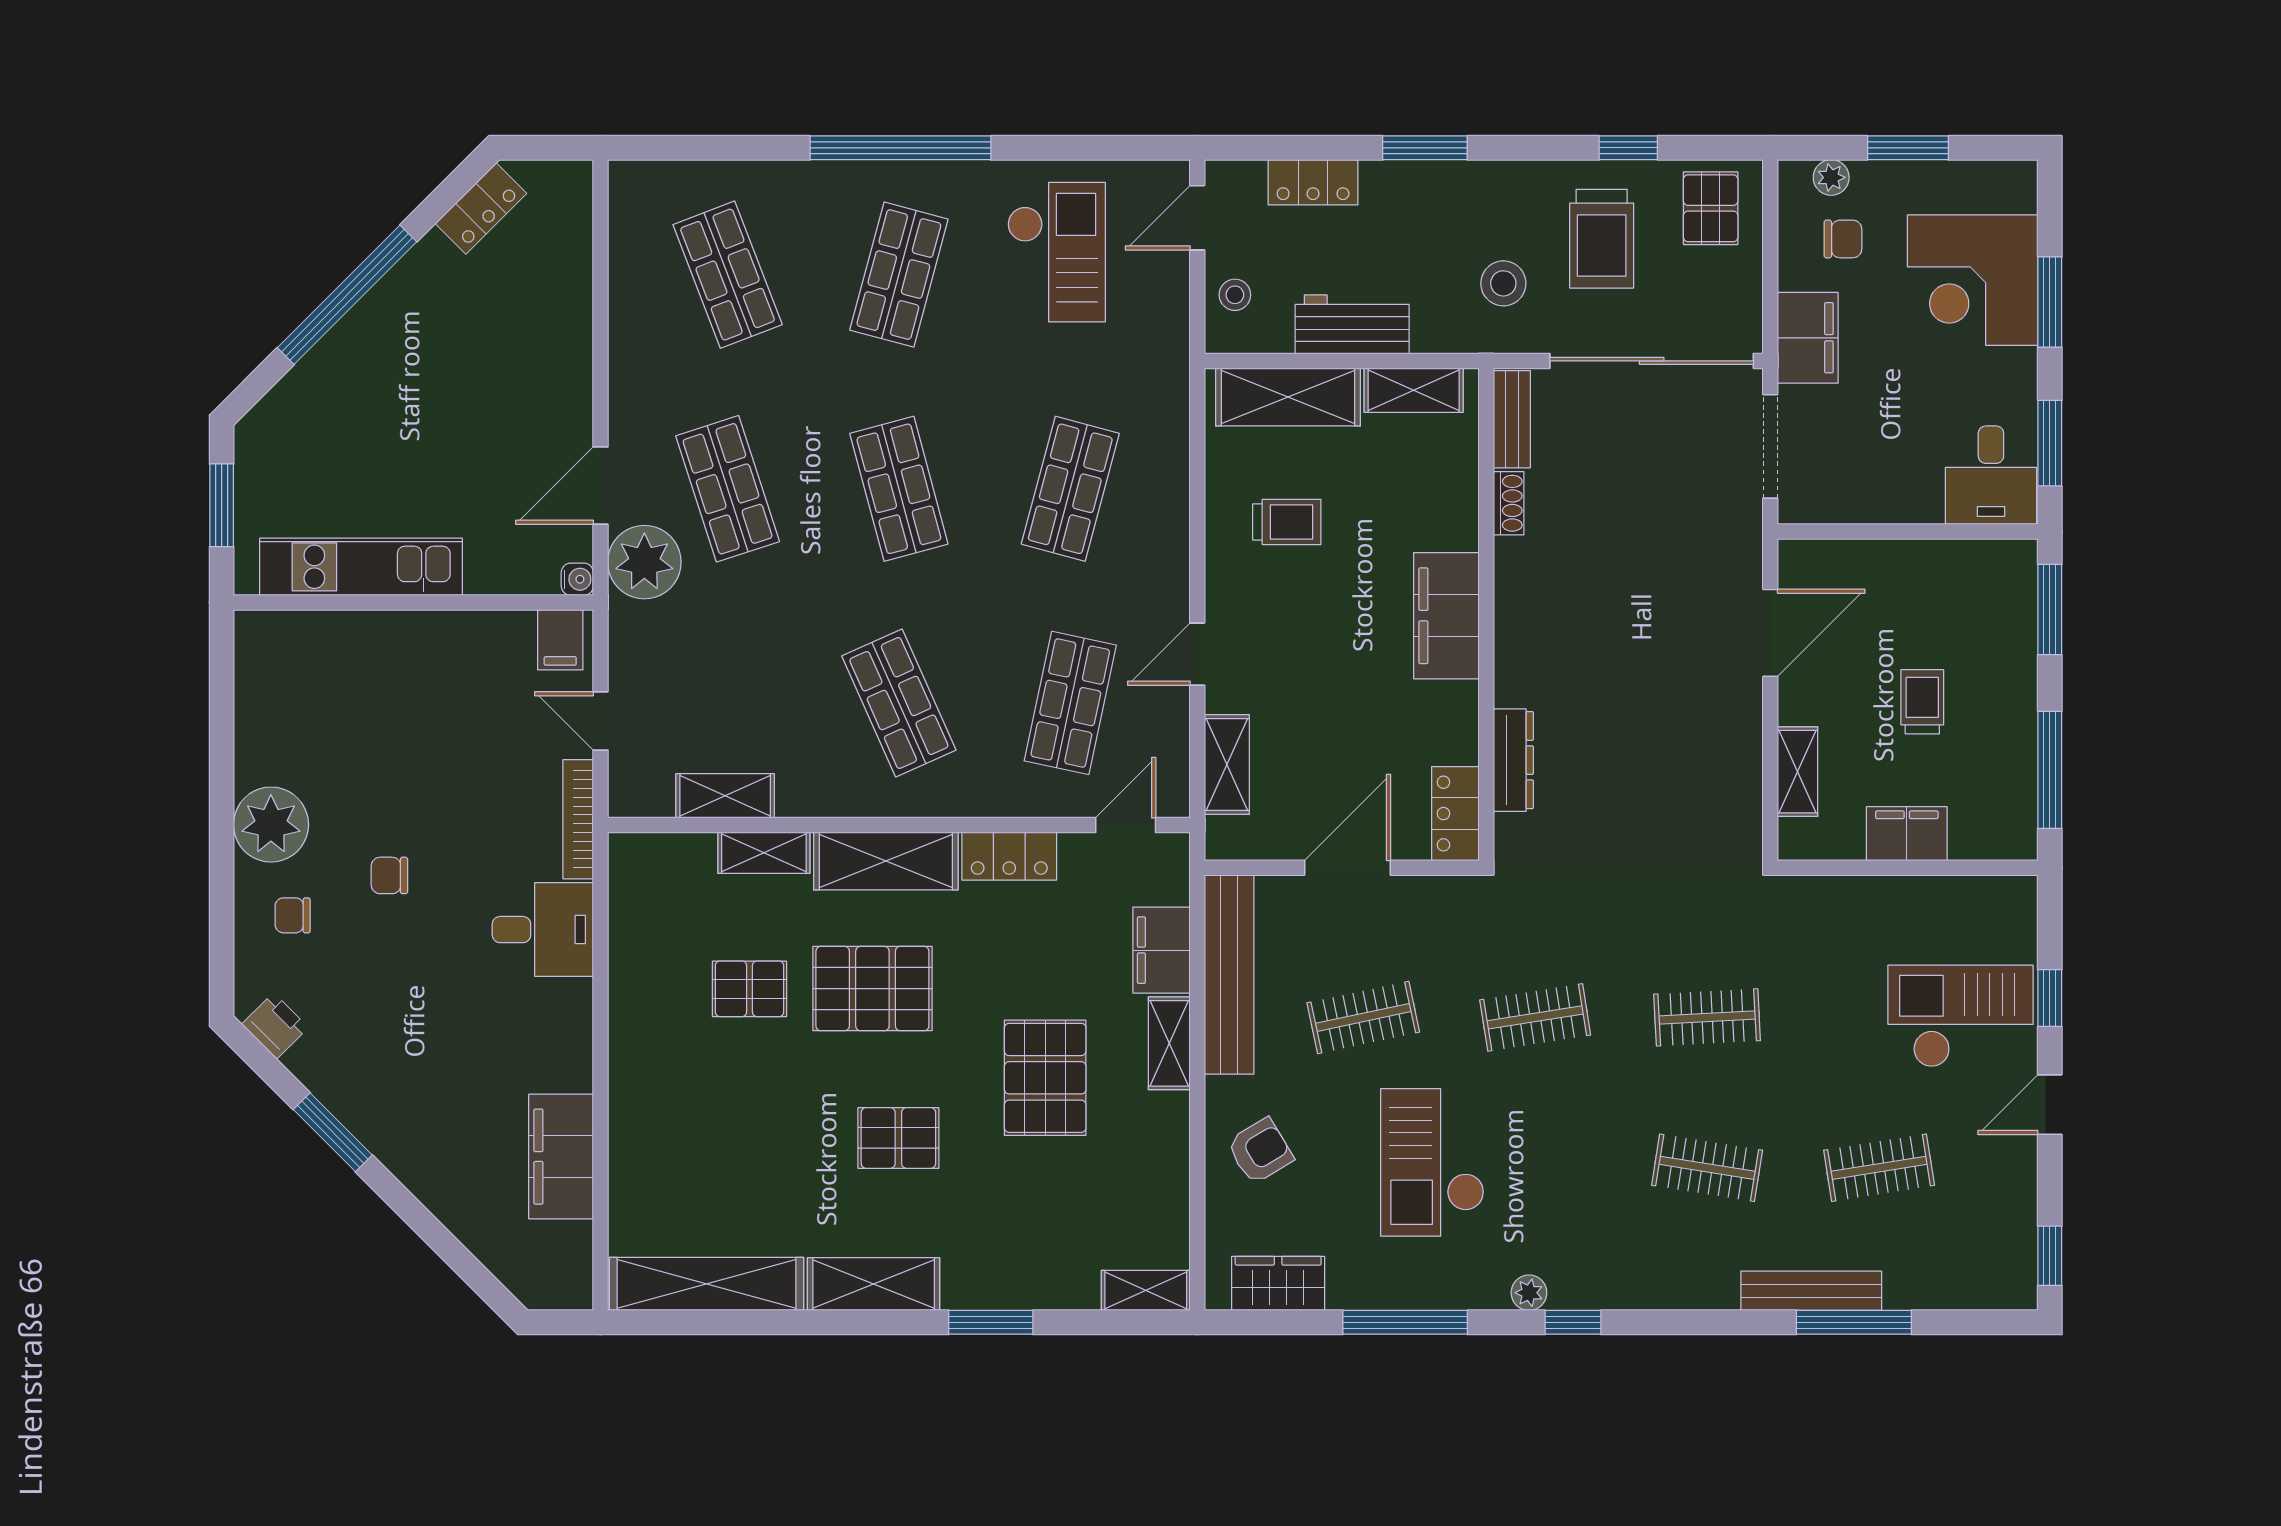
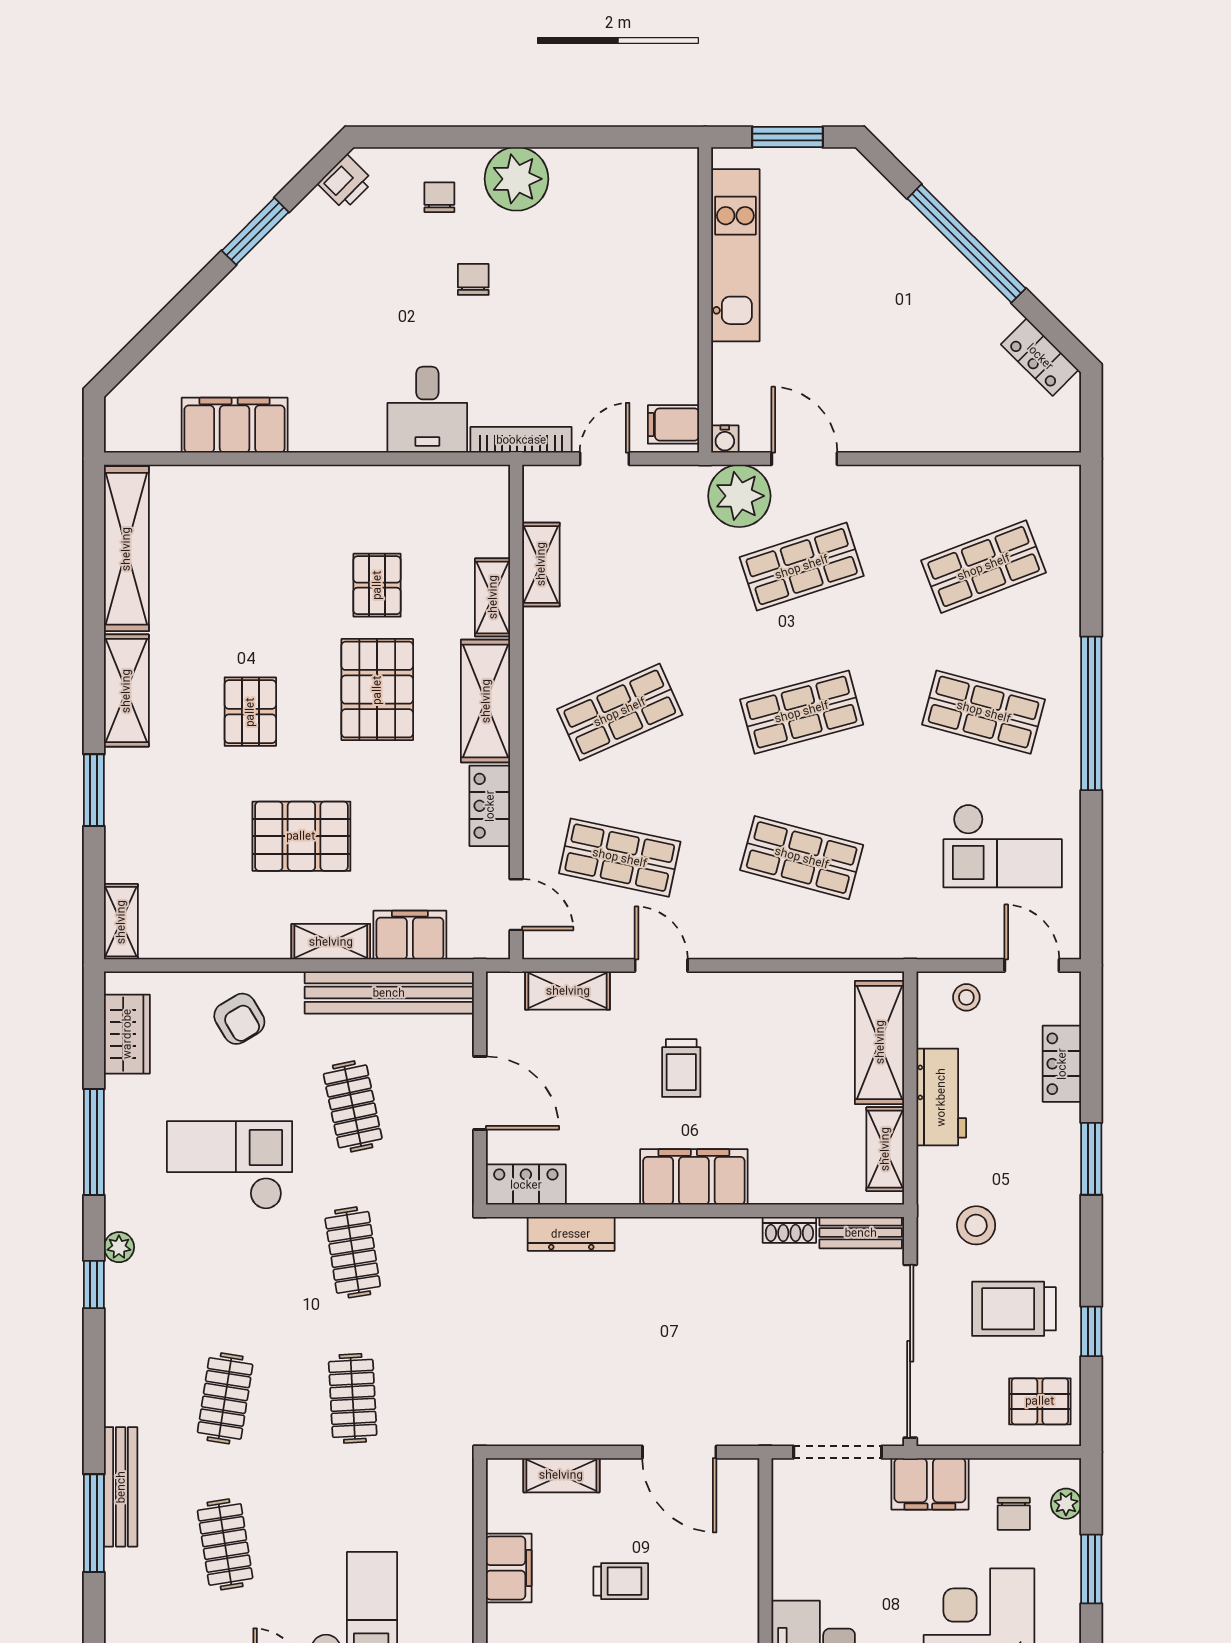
trolley: (1287, 522) -> (681, 1068), moved

